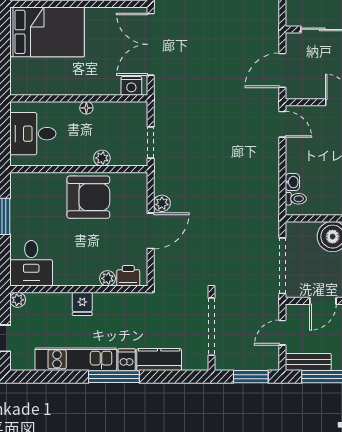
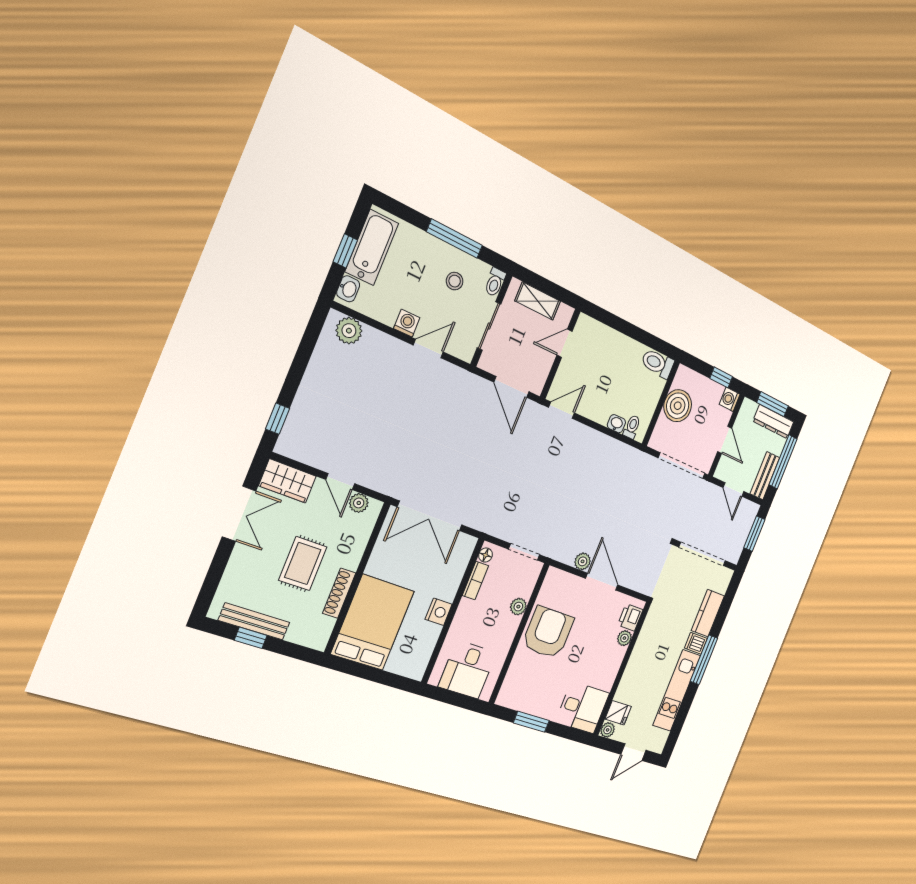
nightstand: (131, 86) -> (439, 612), moved
floor lamp: (86, 108) -> (486, 555), moved
bookcase: (111, 108) -> (475, 581), added
fridge: (82, 304) -> (618, 713), moved

